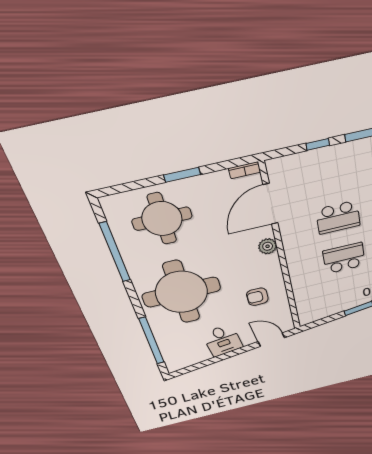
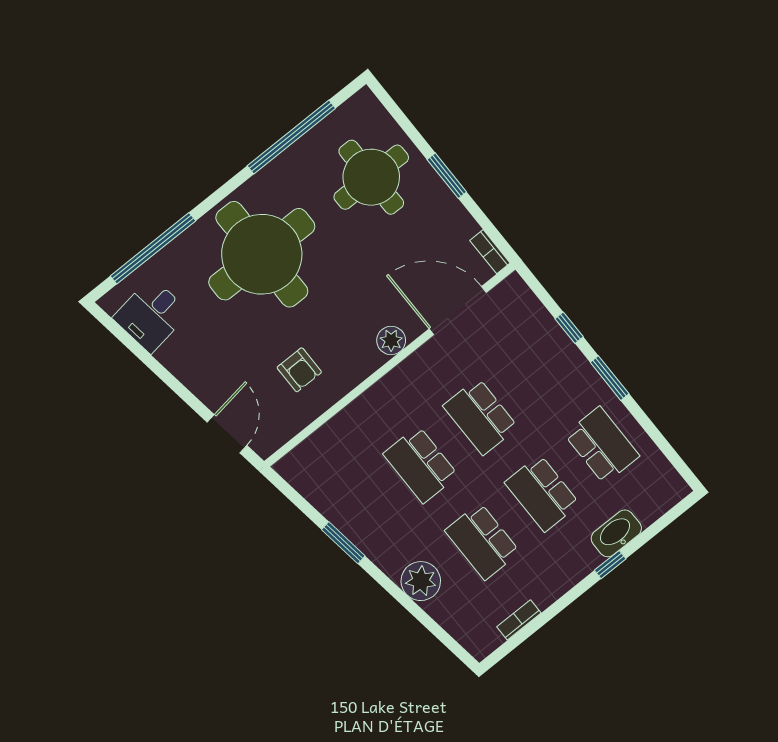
school desk: (344, 258) -> (421, 465), turned 180
armchair: (257, 297) -> (299, 370), turned 180
desk: (223, 340) -> (151, 315), moved

